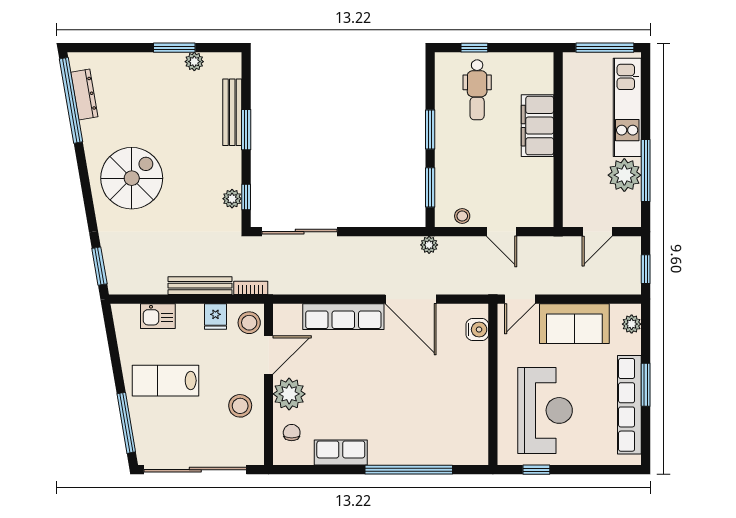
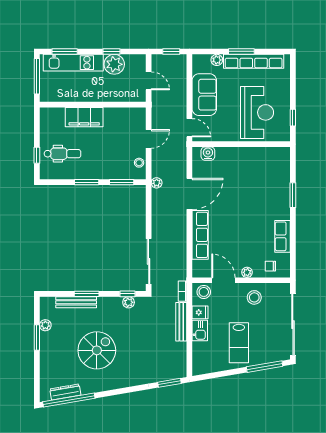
window: (646, 93) -> (65, 51), added
window: (646, 170) -> (111, 51), width x0.46
spiral stairs: (132, 178) -> (97, 350), moved, turned 90
kitchen sink: (158, 316) -> (200, 331), moved
plant: (632, 324) -> (217, 60), moved
plant: (289, 394) -> (247, 272), width x0.53, depth x0.53
reception desk: (545, 410) -> (257, 112), turned 90
window: (409, 470) -> (293, 195), width x0.47

